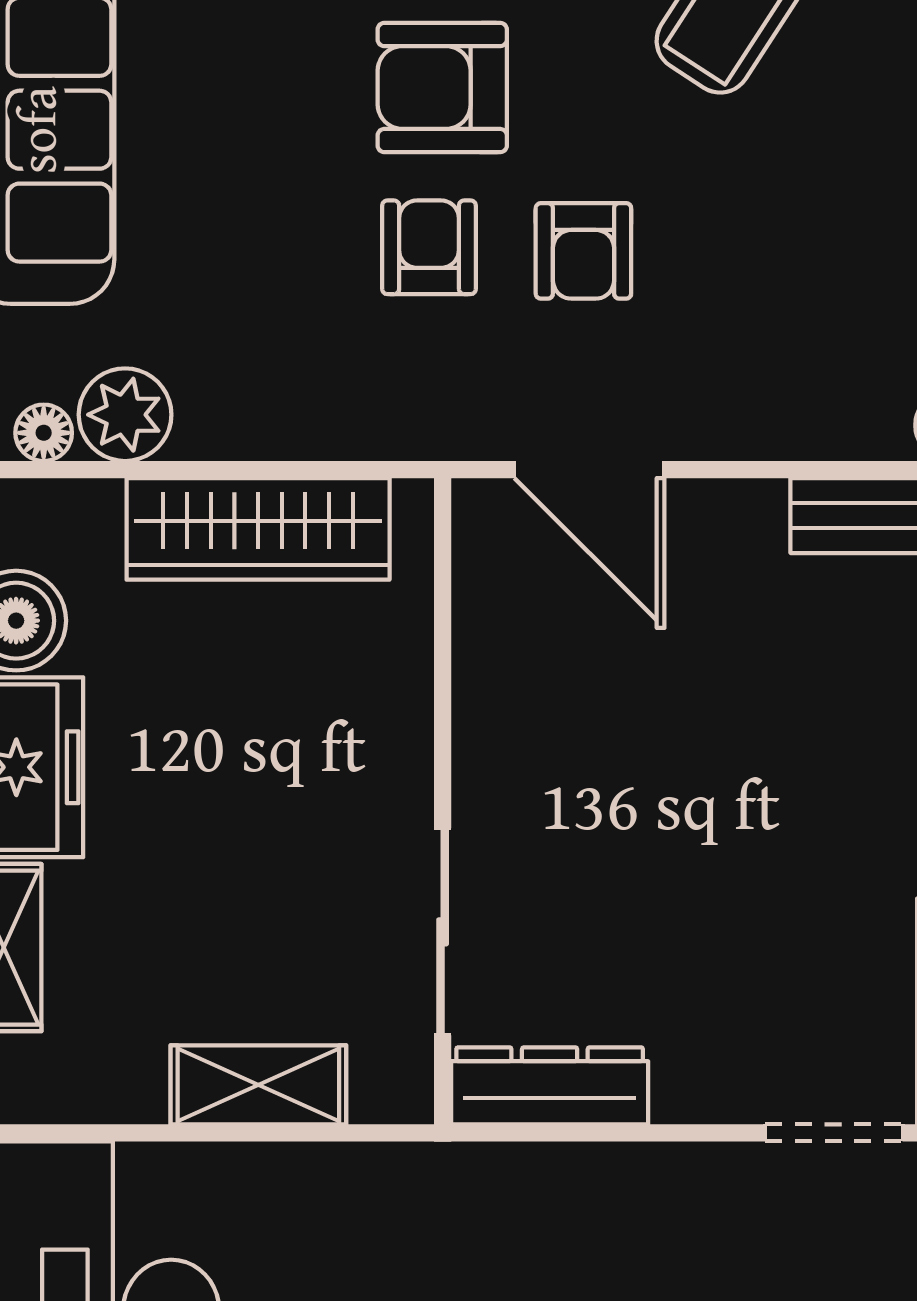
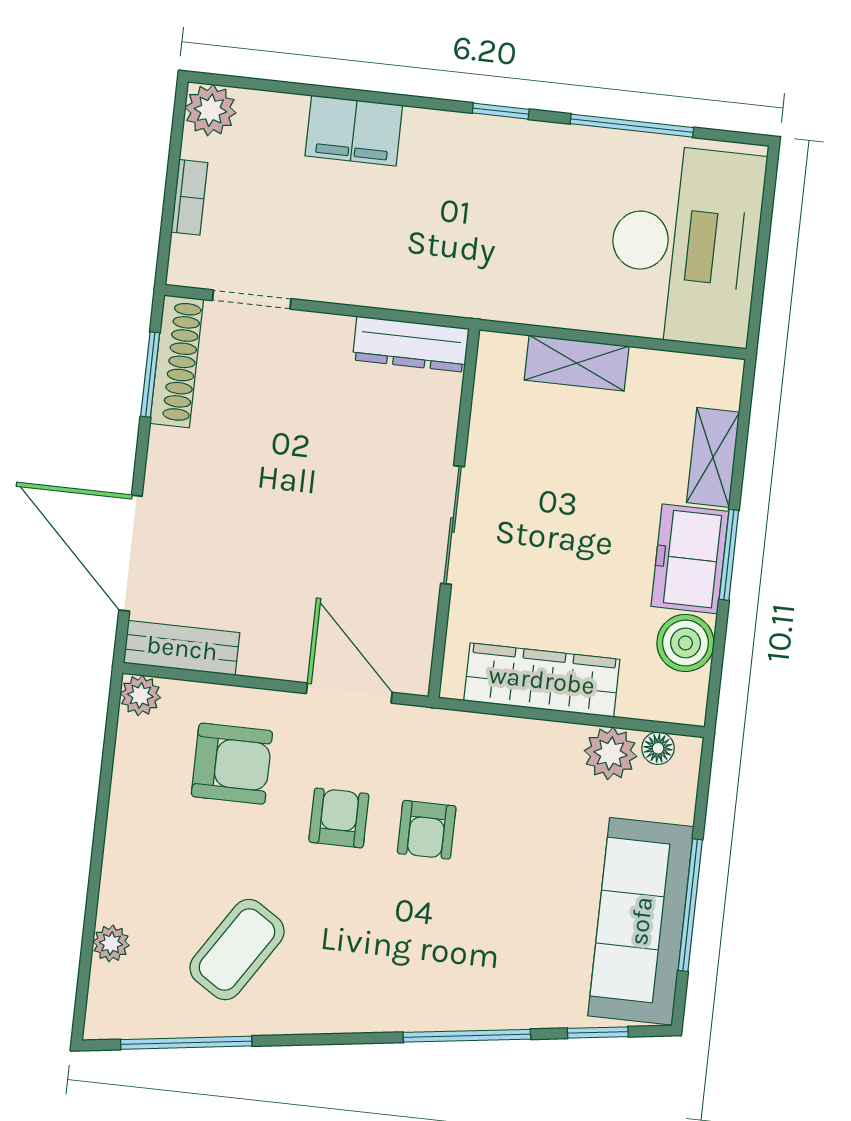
armchair: (442, 88) -> (232, 764), moved
sliding door: (443, 932) -> (453, 525), moved

